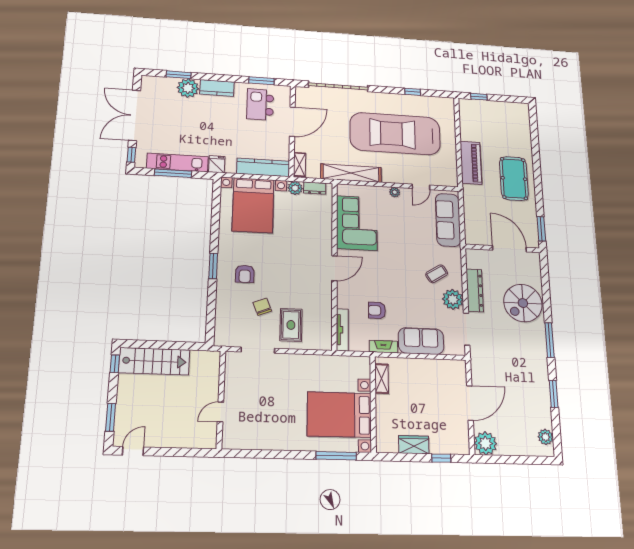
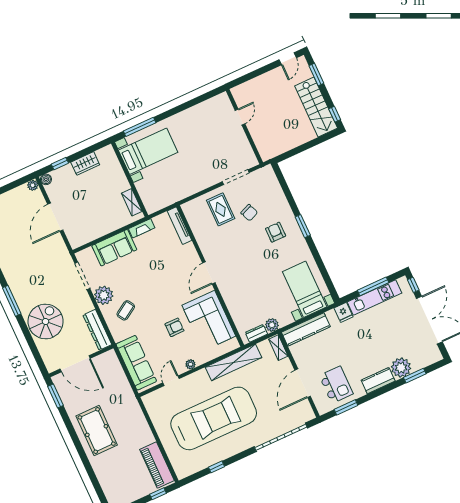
piano: (471, 163) -> (157, 465), moved
bed with nightstands: (253, 205) -> (305, 289), width x0.73
dresser: (475, 290) -> (97, 330), moved
armchair: (377, 310) -> (174, 327), moved
stairs: (154, 361) -> (316, 107), moved, turned -90
bed with nightstands: (339, 415) -> (148, 151), width x0.73
plant: (485, 443) -> (33, 185), width x0.53, depth x0.53
boiler: (463, 448) -> (46, 179), added

